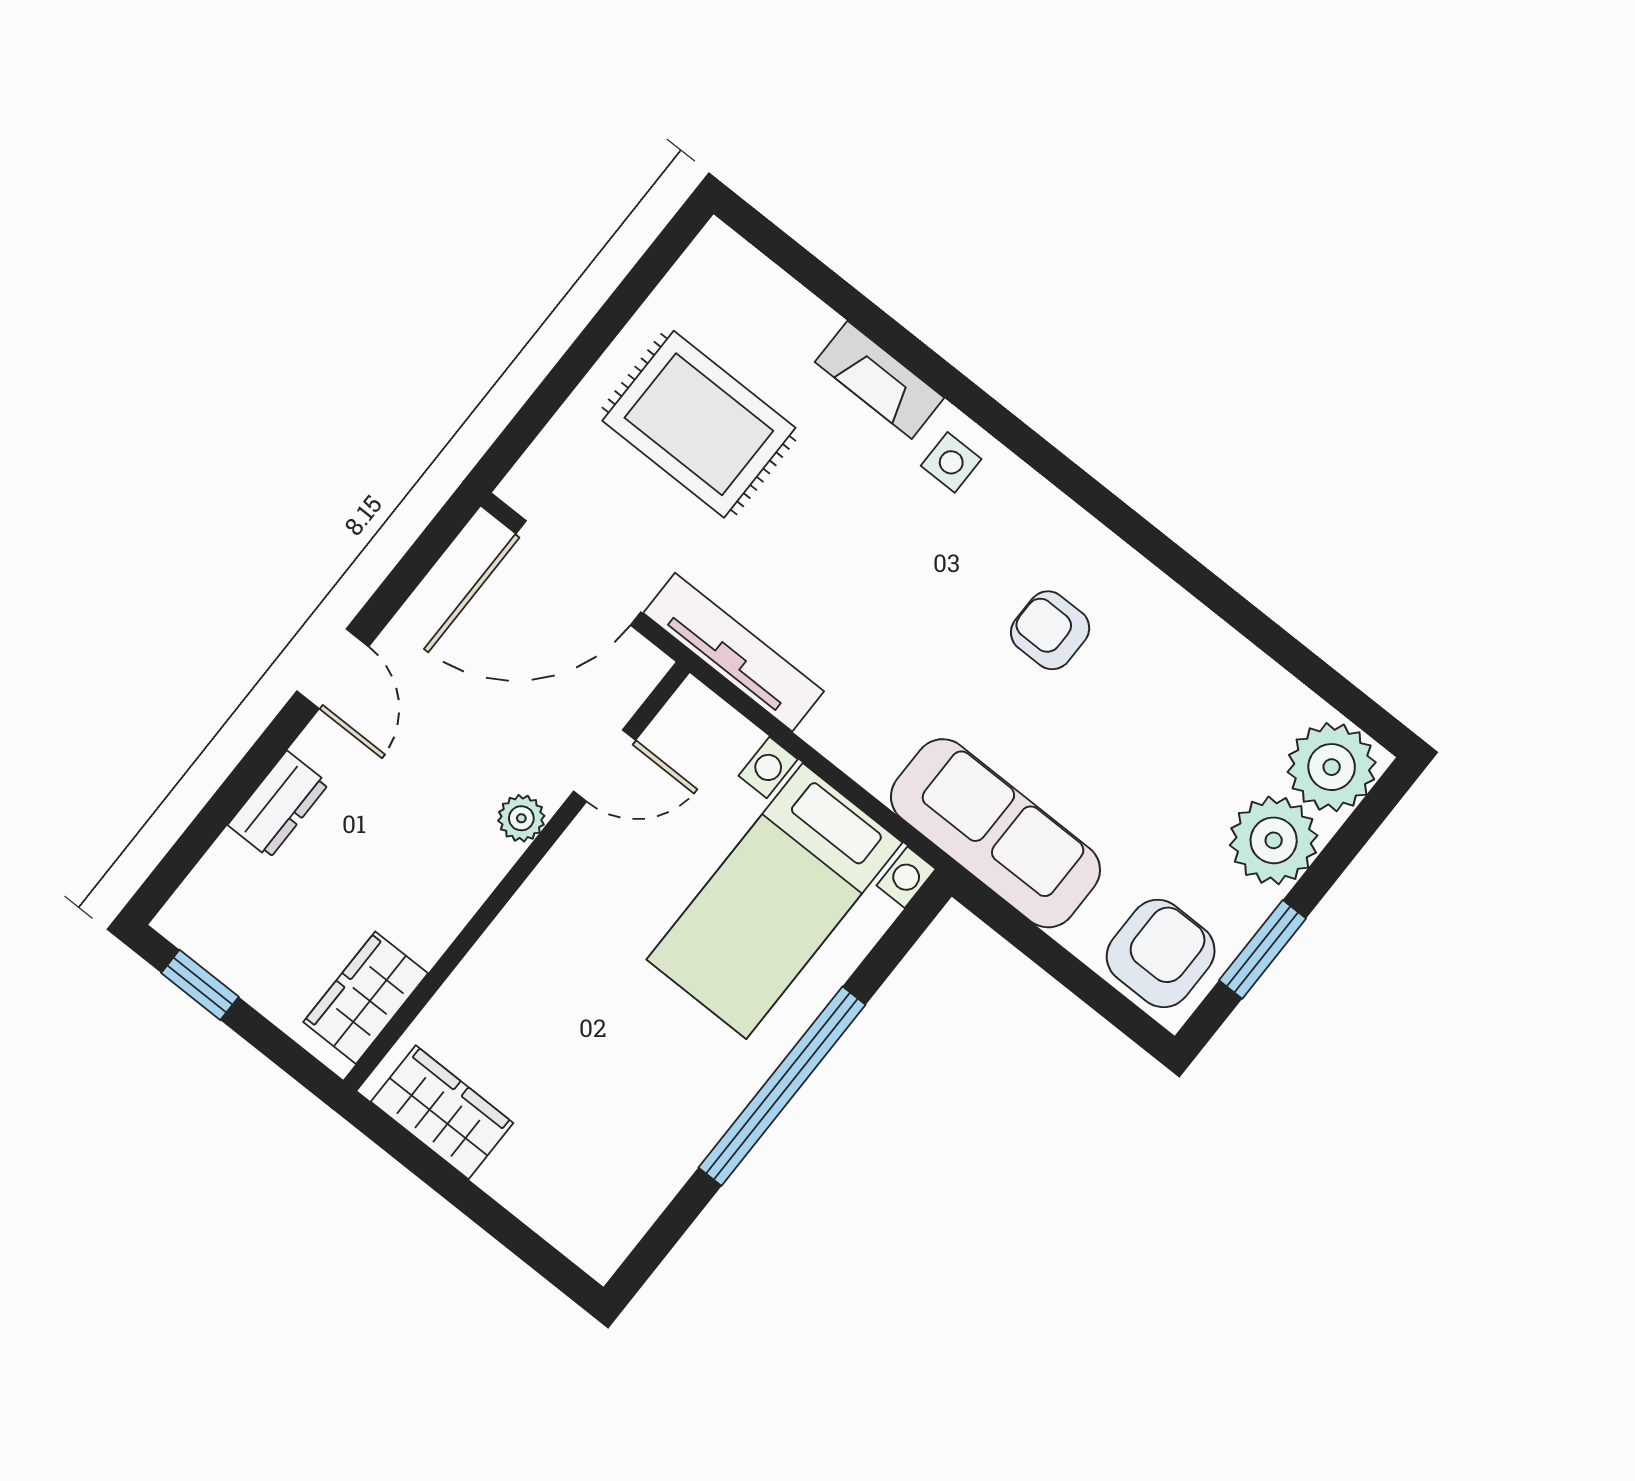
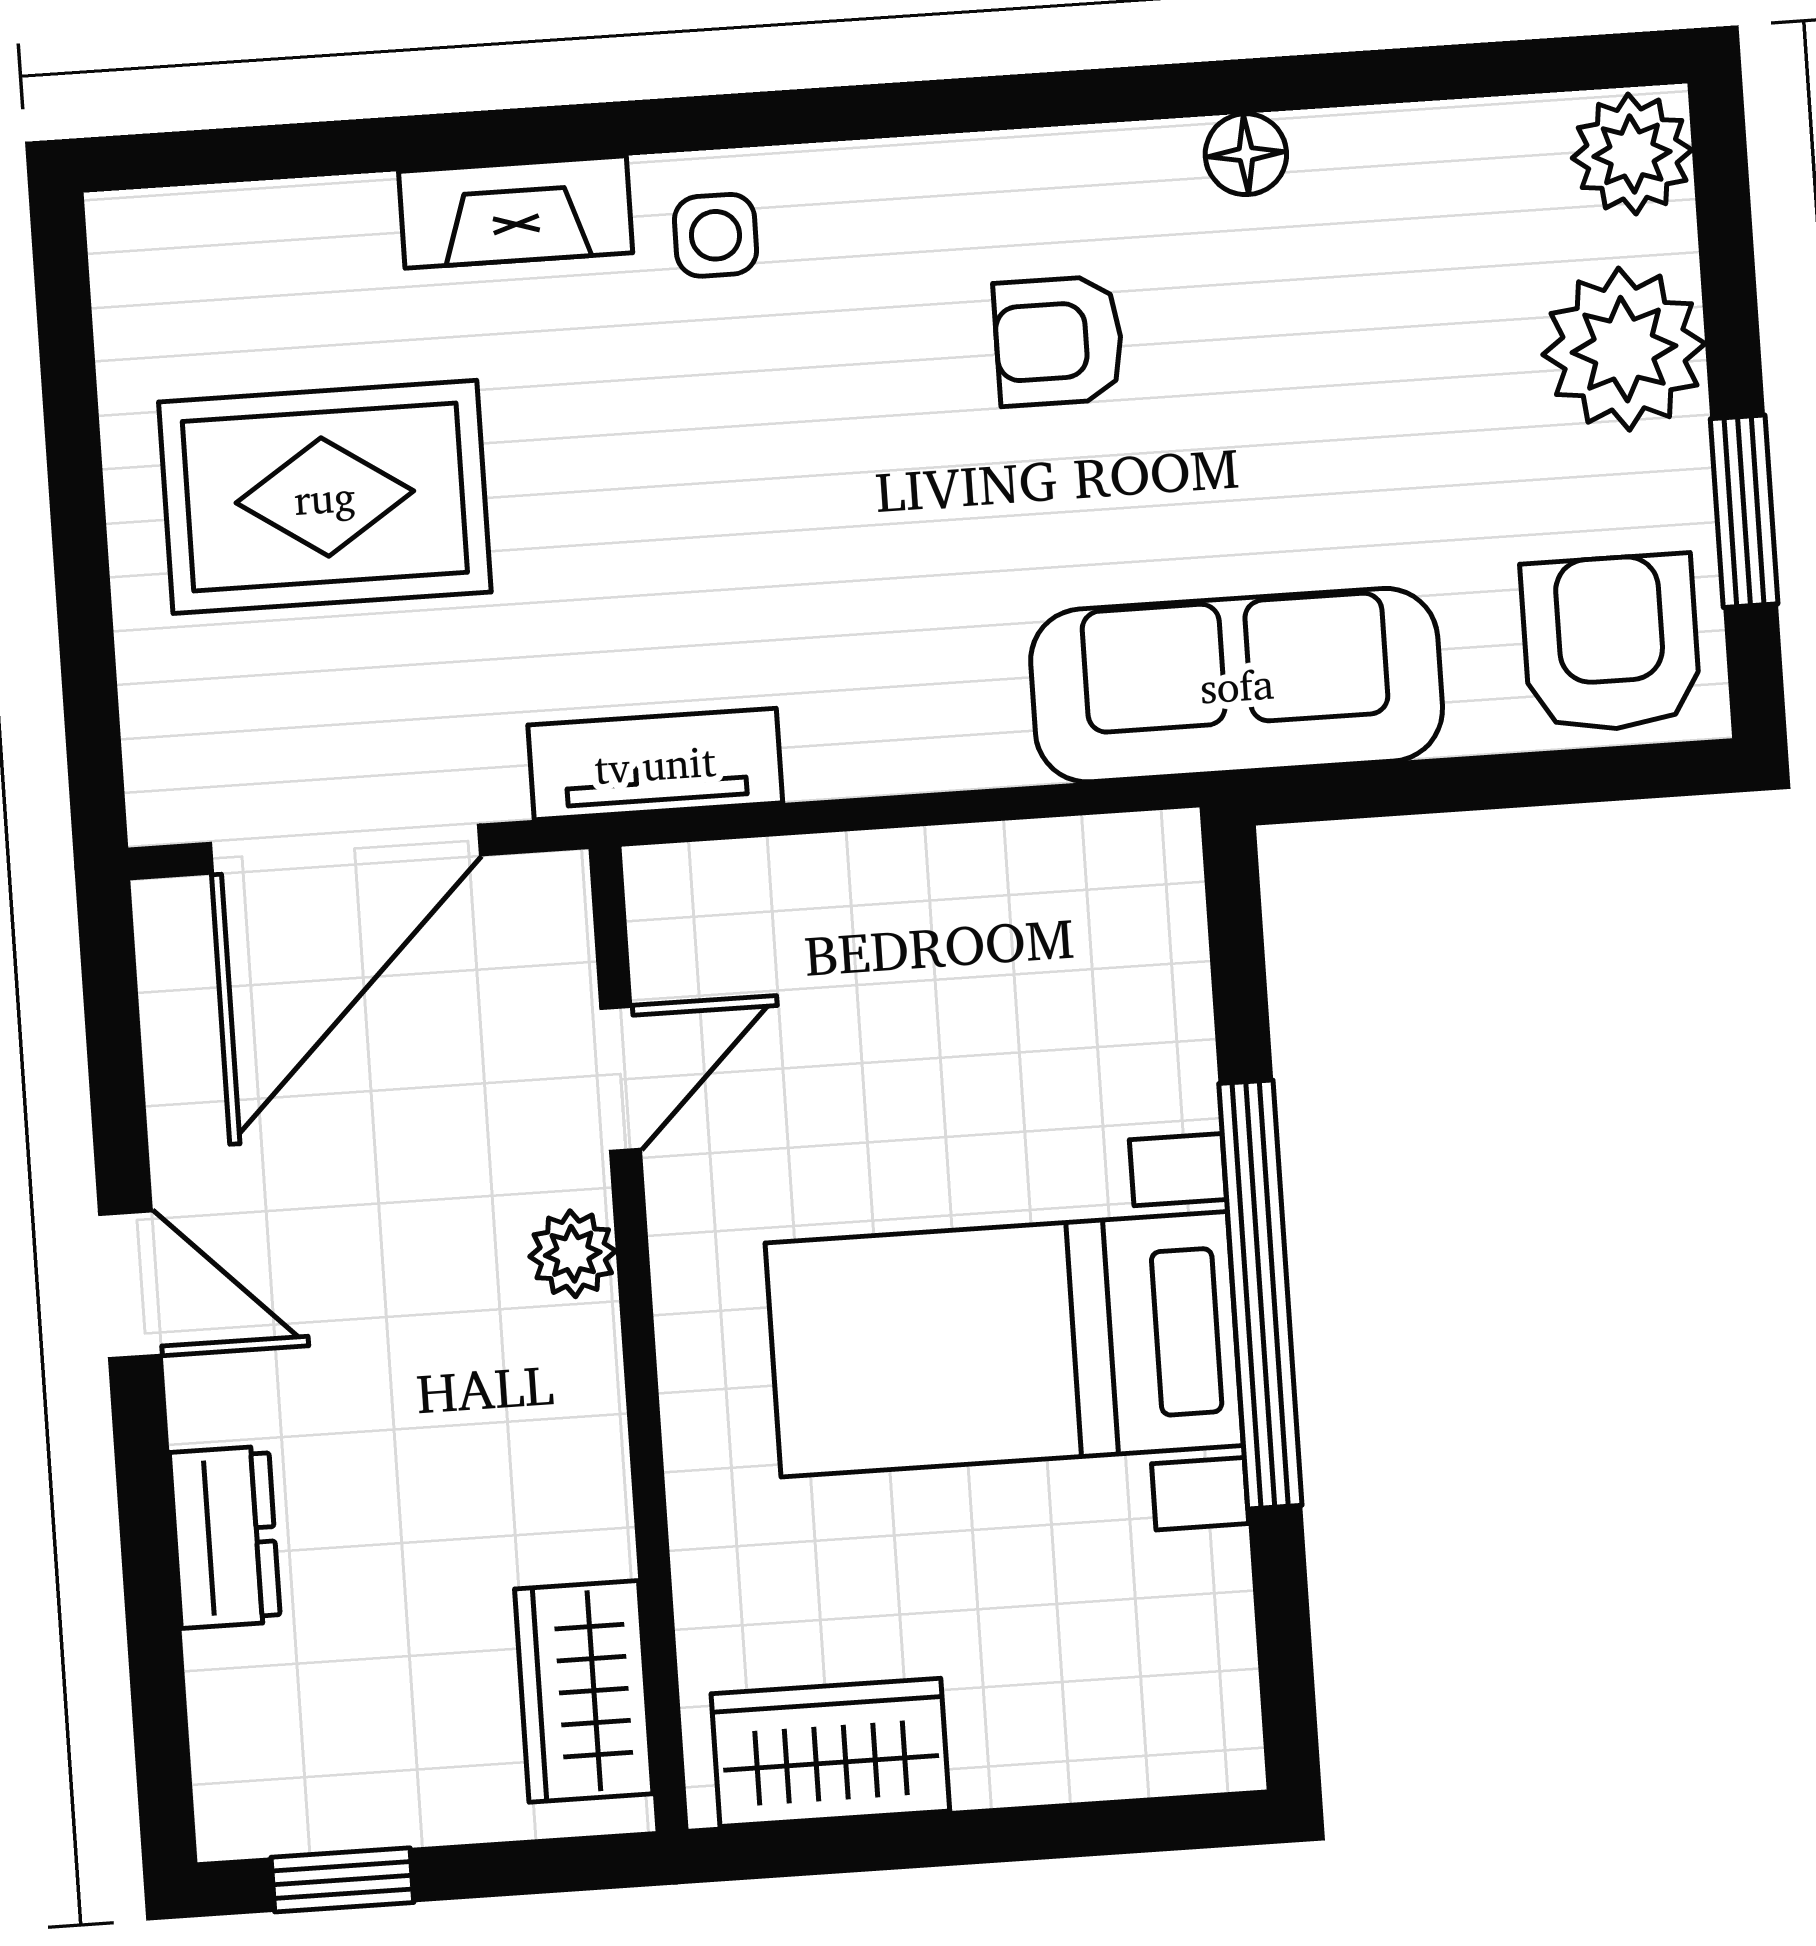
floor lamp: (1193, 624) -> (1246, 154), added
tv unit: (734, 652) -> (655, 764), width x0.71
plant: (1332, 767) -> (1632, 154), width x0.73, depth x0.73
bed with nightstands: (775, 901) -> (1004, 1344), moved, turned 90

